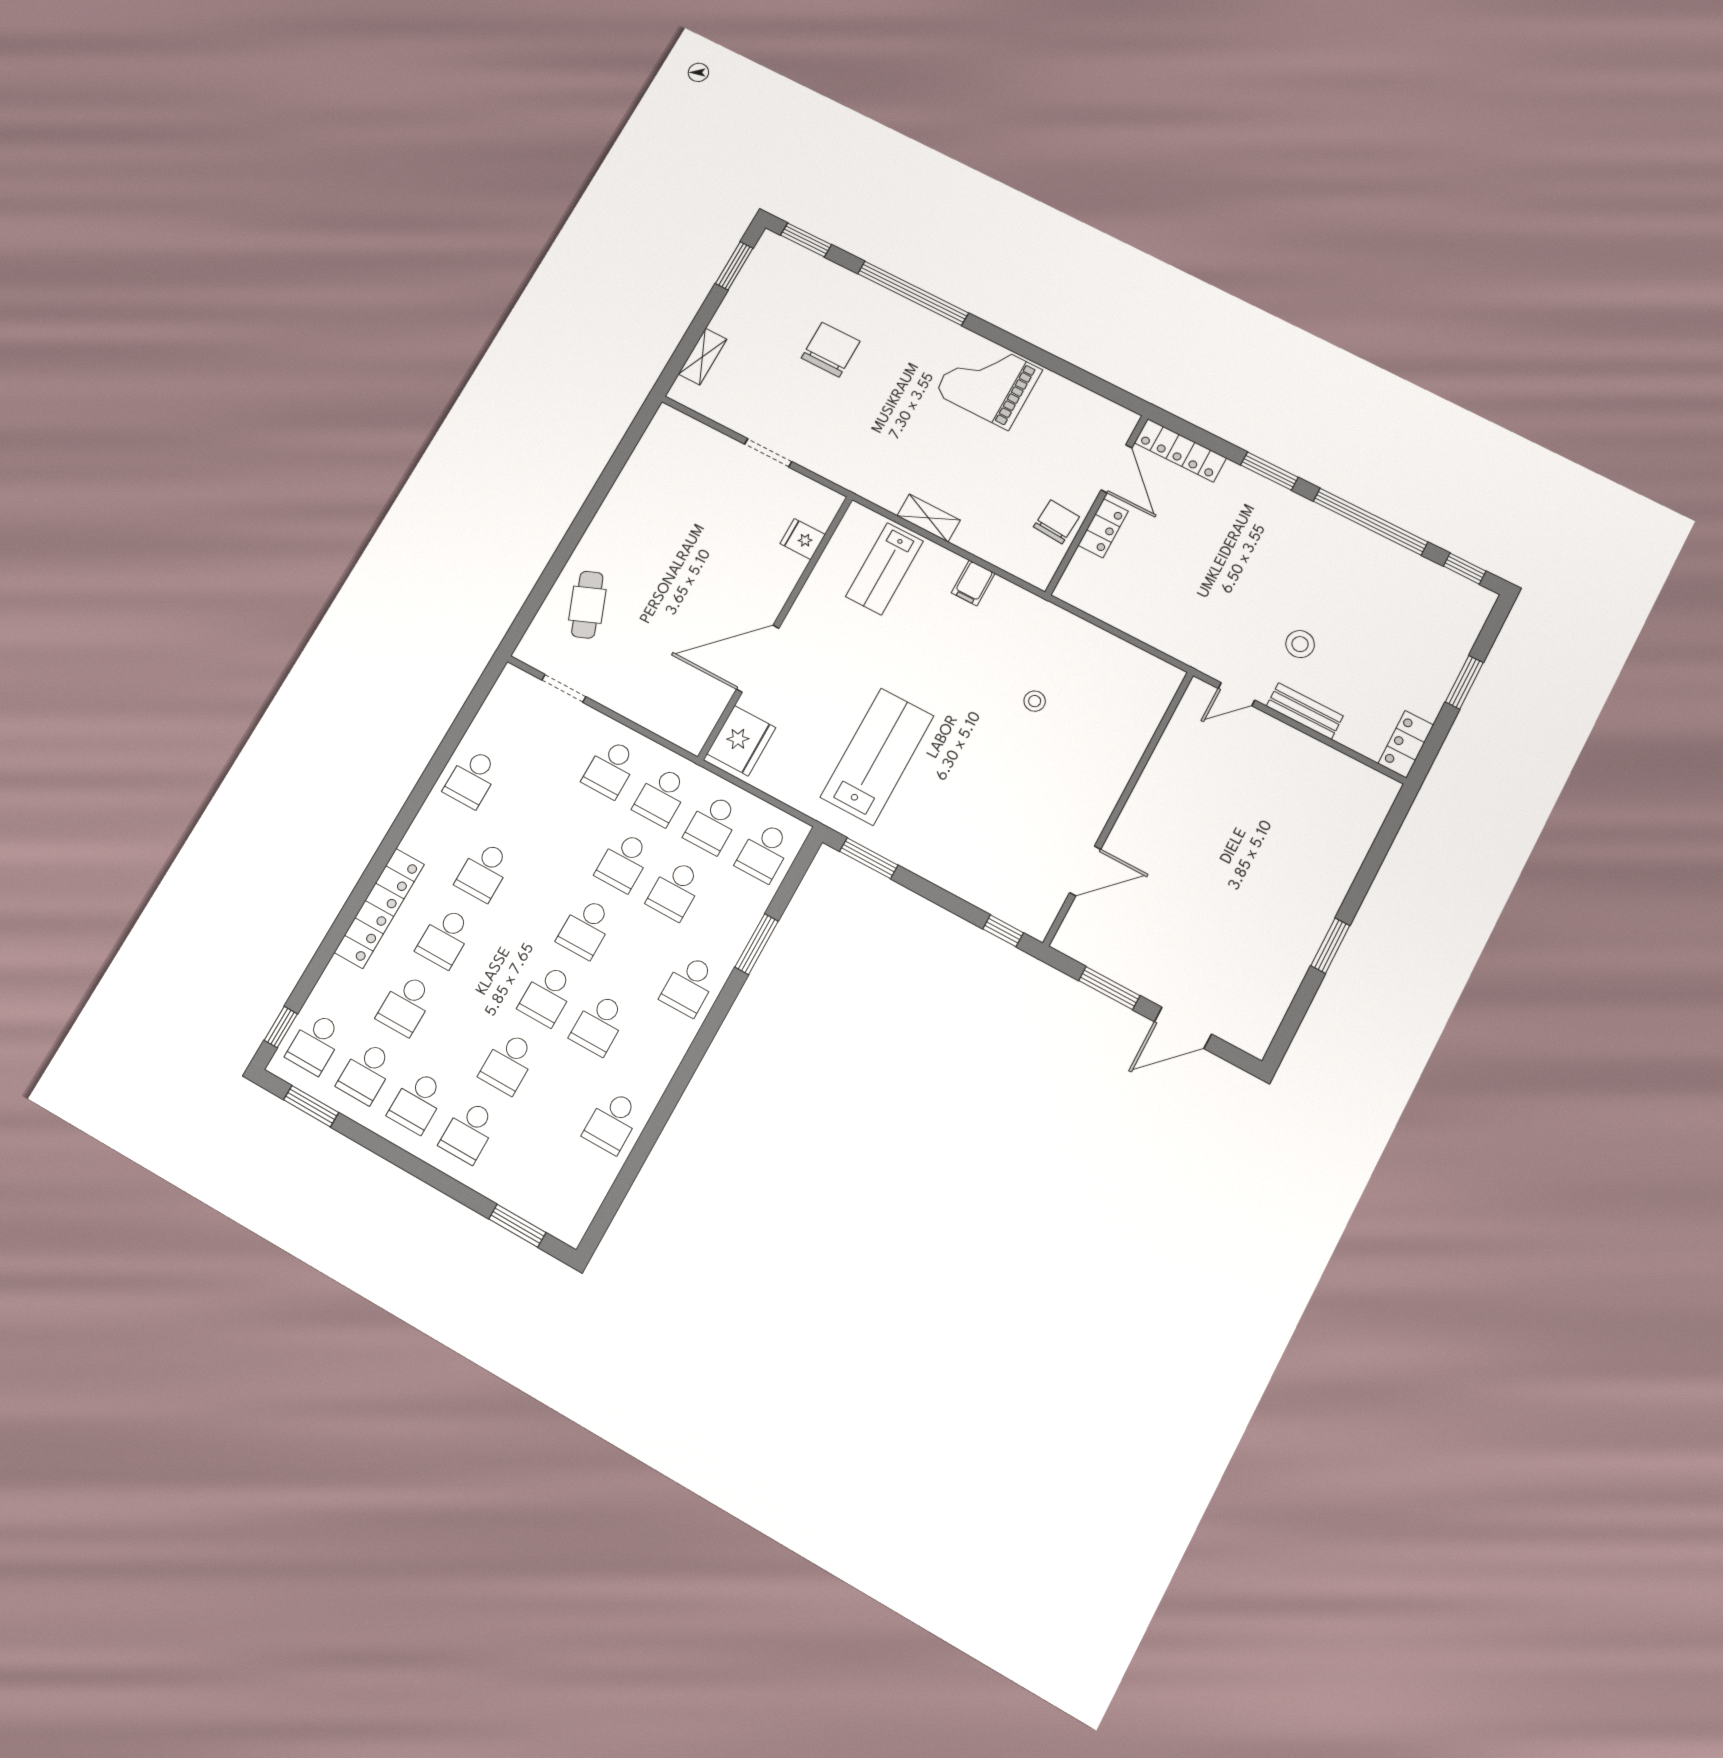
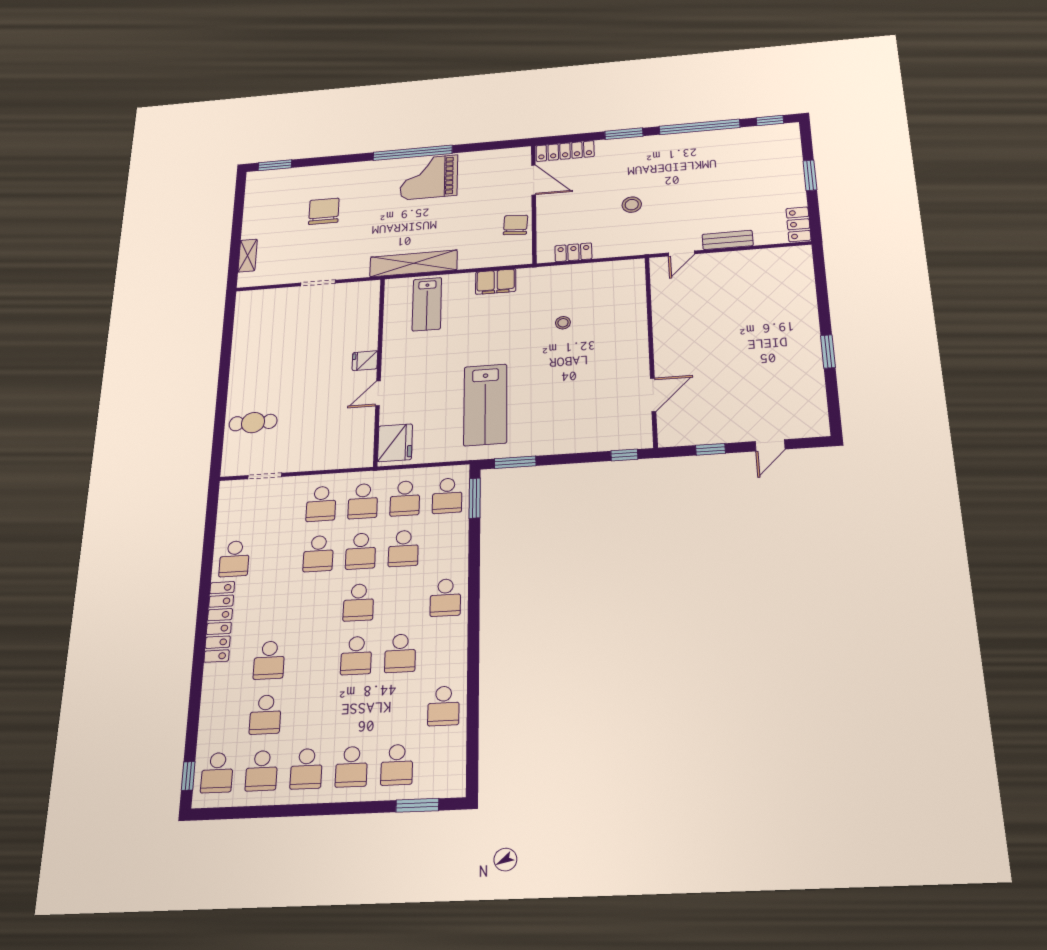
window: (734, 266) -> (239, 200), removed
window: (913, 293) -> (413, 153), moved
shelving: (929, 518) -> (414, 263), width x2.20, depth x1.33
locker: (1103, 528) -> (573, 252), moved, turned -90
fridge: (803, 539) -> (365, 361), moved
filing cabinet: (973, 583) -> (496, 282), width x2.00
cafe table: (587, 605) -> (253, 423), turned -68
stool: (1300, 644) -> (632, 205), moved
door: (758, 659) -> (378, 393), width x0.53
lab bench: (877, 757) -> (485, 405), turned 180
school desk: (484, 871) -> (318, 554), moved
locker: (379, 908) -> (219, 622), moved
window: (757, 944) -> (475, 498), moved
window: (1109, 988) -> (710, 449), width x0.67
door: (1183, 1028) -> (770, 445), width x0.73
school desk: (508, 1063) -> (397, 765), moved
window: (311, 1106) -> (236, 813), removed

